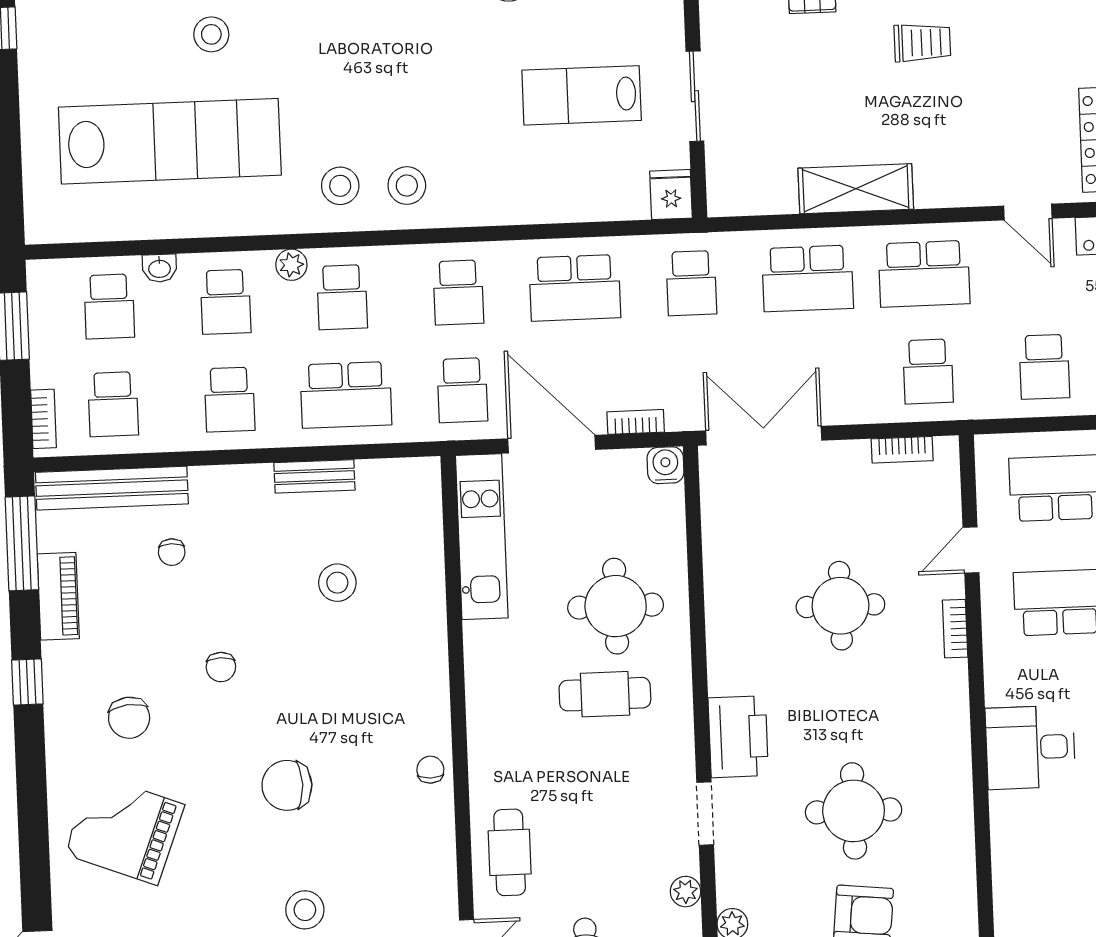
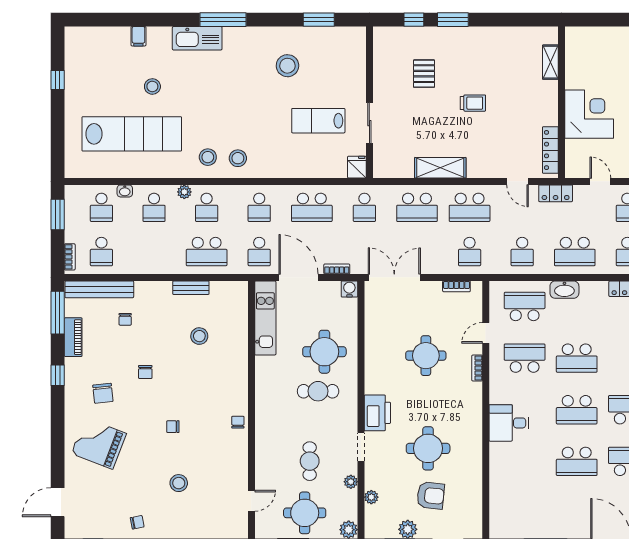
school desk: (230, 400) -> (154, 252), removed
chair: (287, 785) -> (173, 427), width x0.54, depth x0.54
cafe table: (510, 852) -> (310, 461), moved

